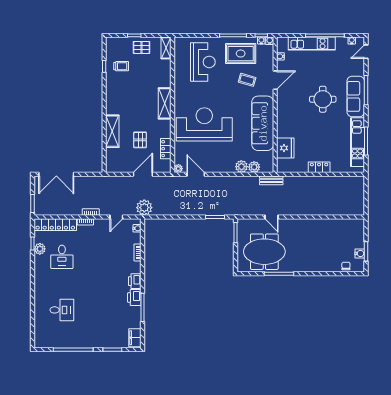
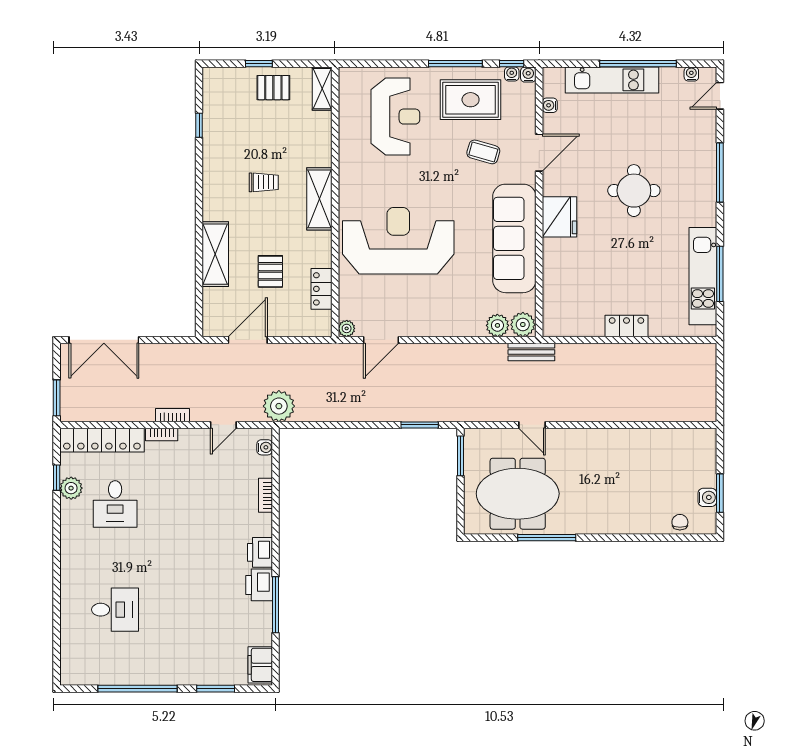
trolley: (121, 66) -> (264, 182), moved
sofa: (356, 96) -> (699, 185), removed
fridge: (285, 148) -> (559, 217), moved
plant: (241, 167) -> (523, 325), moved
door: (143, 174) -> (248, 340), moved
door: (196, 174) -> (381, 340), swing flipped

